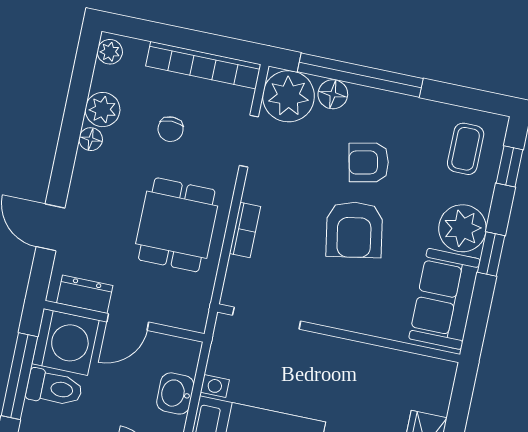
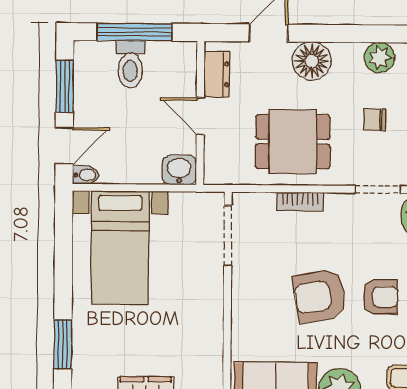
floor lamp: (91, 139) -> (312, 61), moved, width x1.89, depth x1.89
armchair: (369, 162) -> (380, 297), turned 102
washing machine: (65, 342) -> (172, 66), removed
washbasin: (175, 393) -> (179, 170), moved

